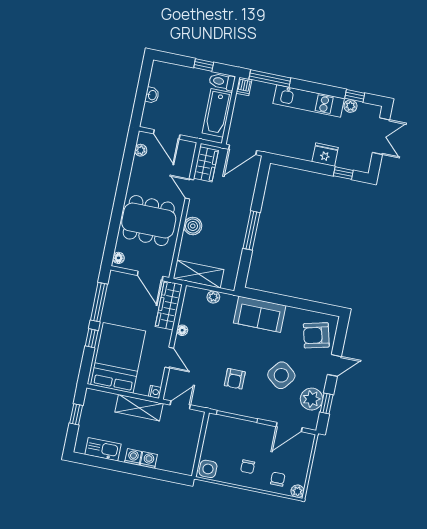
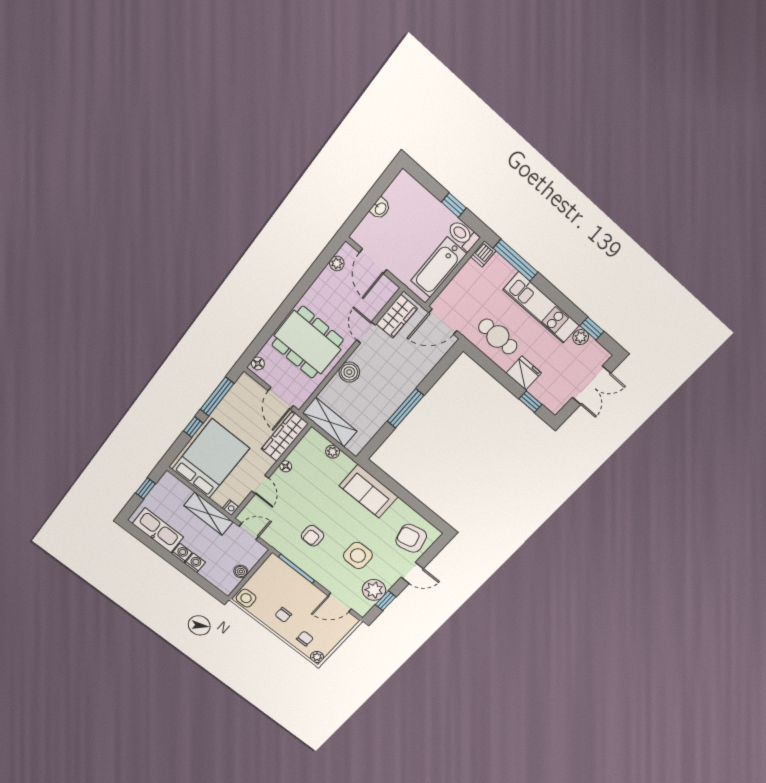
cafe table: (290, 139) -> (498, 337), added
side table: (281, 375) -> (358, 556), turned -38
boiler: (191, 446) -> (241, 572), added
kitchen sink: (103, 449) -> (158, 530), width x1.36, depth x1.24

